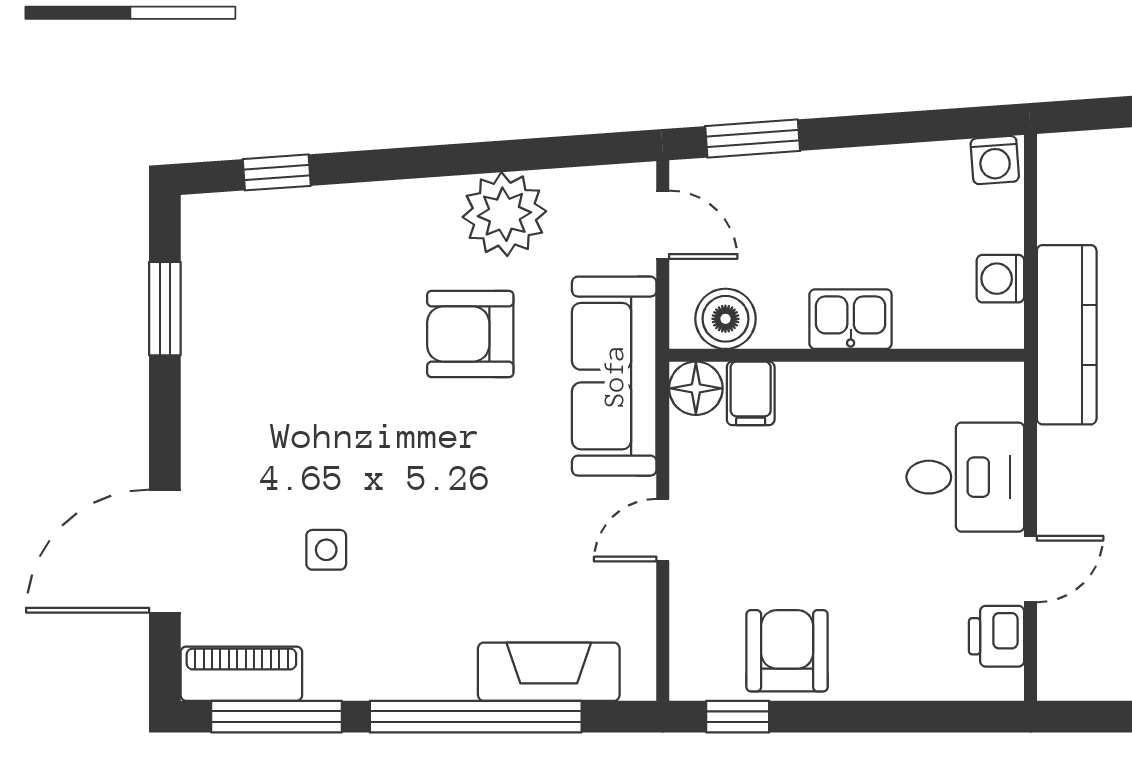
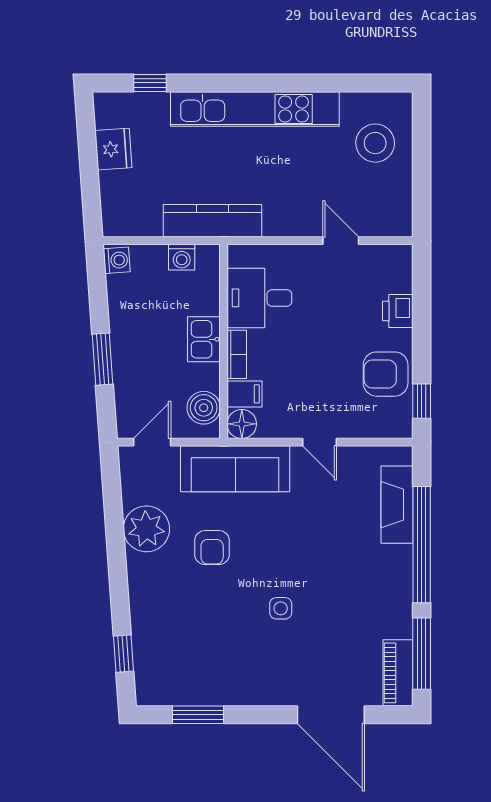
window: (753, 139) -> (103, 359), moved
armchair: (470, 334) -> (212, 548), width x0.72, depth x0.72
bookcase: (823, 379) -> (237, 354), added
desk: (965, 477) -> (259, 298), moved, turned -90
side table: (326, 550) -> (281, 608), moved
printer: (997, 636) -> (398, 311), moved, turned 90

